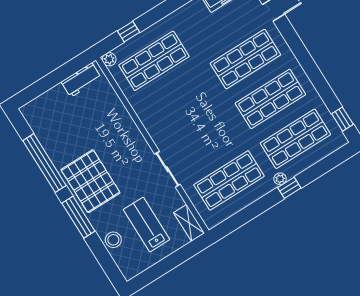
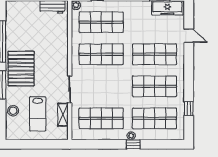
shop shelf: (179, 101) -> (101, 54), added
window: (342, 119) -> (189, 108), moved
shelving: (189, 223) -> (63, 115), moved
lab bench: (147, 225) -> (38, 114), turned 180

